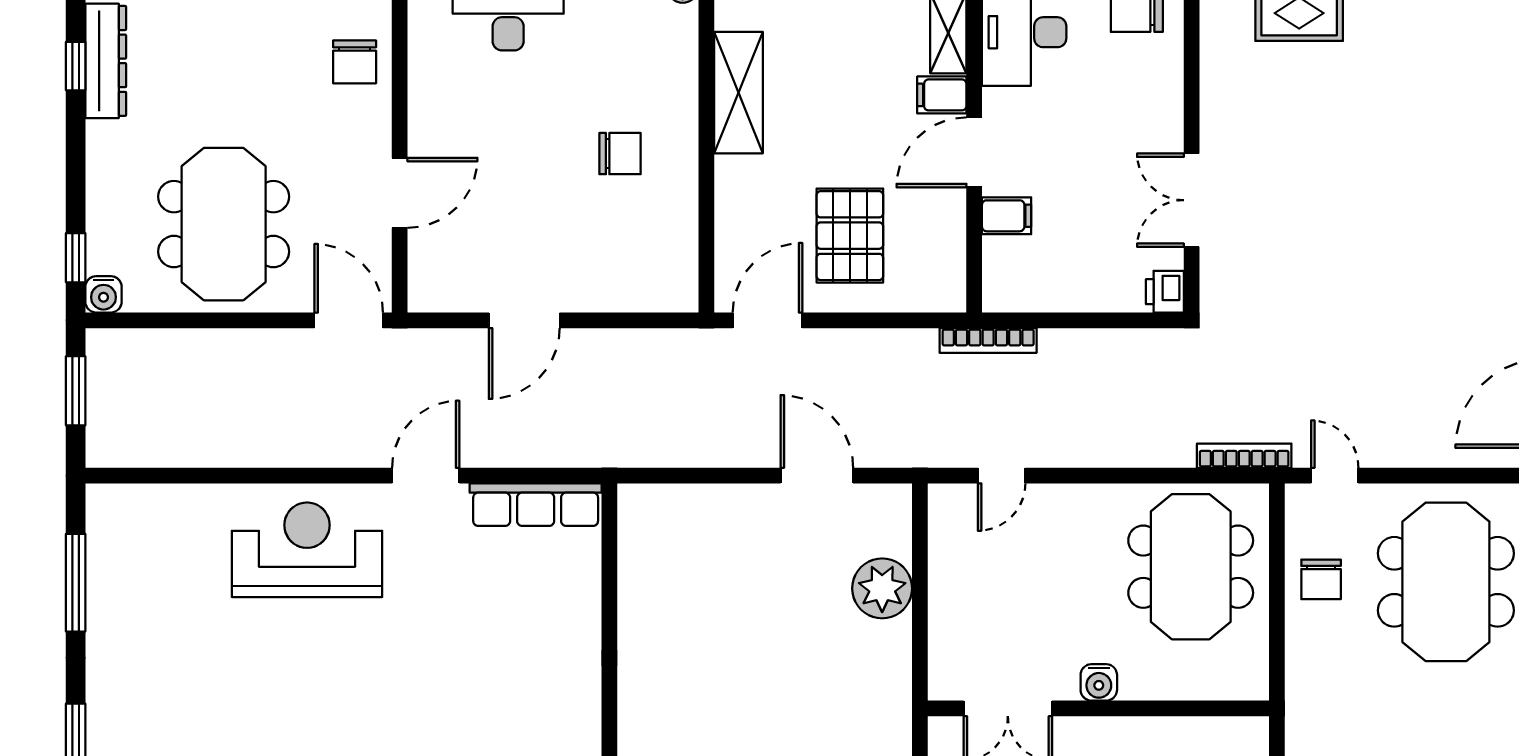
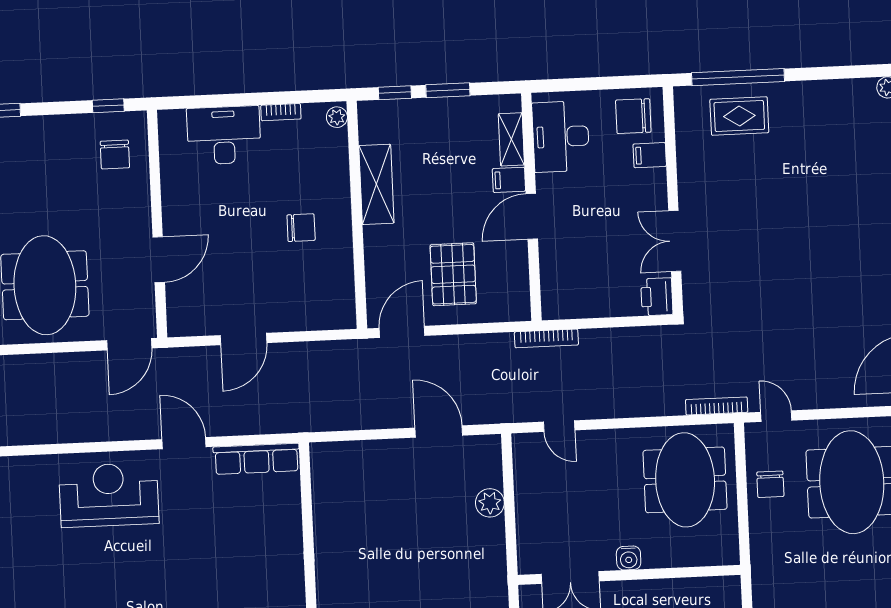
chair: (355, 62) -> (115, 154), moved
filing cabinet: (1007, 216) -> (650, 155), moved, turned 180
printer: (1165, 292) -> (657, 297), width x1.36, depth x1.24
door: (349, 320) -> (129, 344), swing flipped
door: (426, 476) -> (184, 443), hinge flipped
door: (1002, 476) -> (559, 426), hinge flipped
plant: (882, 588) -> (490, 503), width x0.73, depth x0.73

